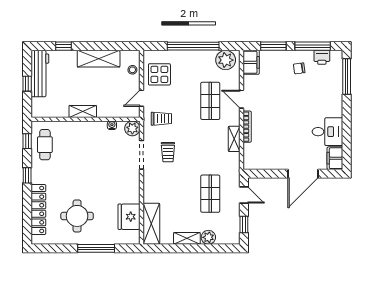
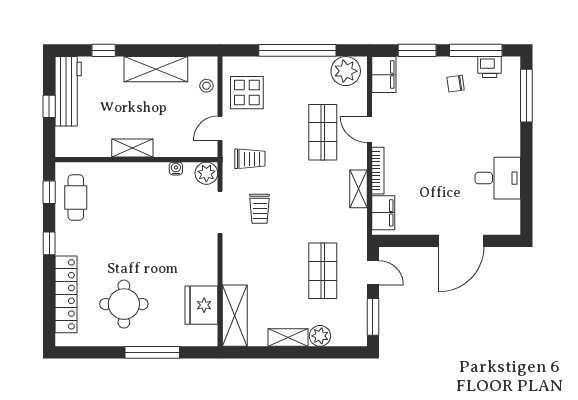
filing cabinet: (335, 158) -> (383, 213), moved, turned 180
window: (244, 225) -> (373, 317), width x1.50

